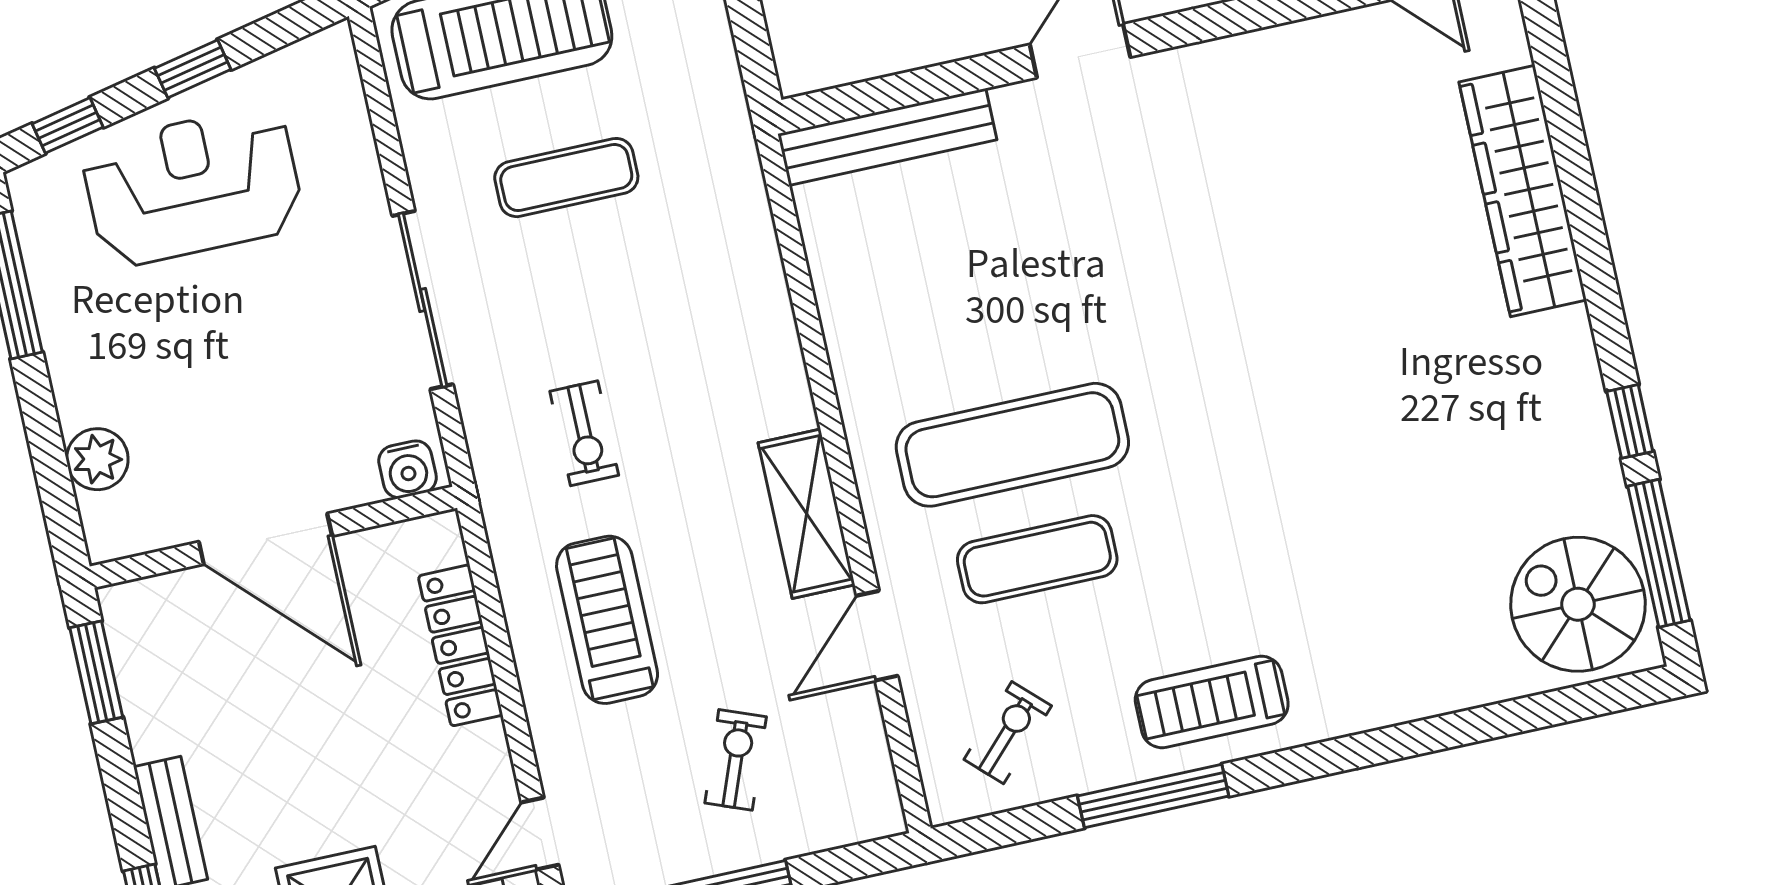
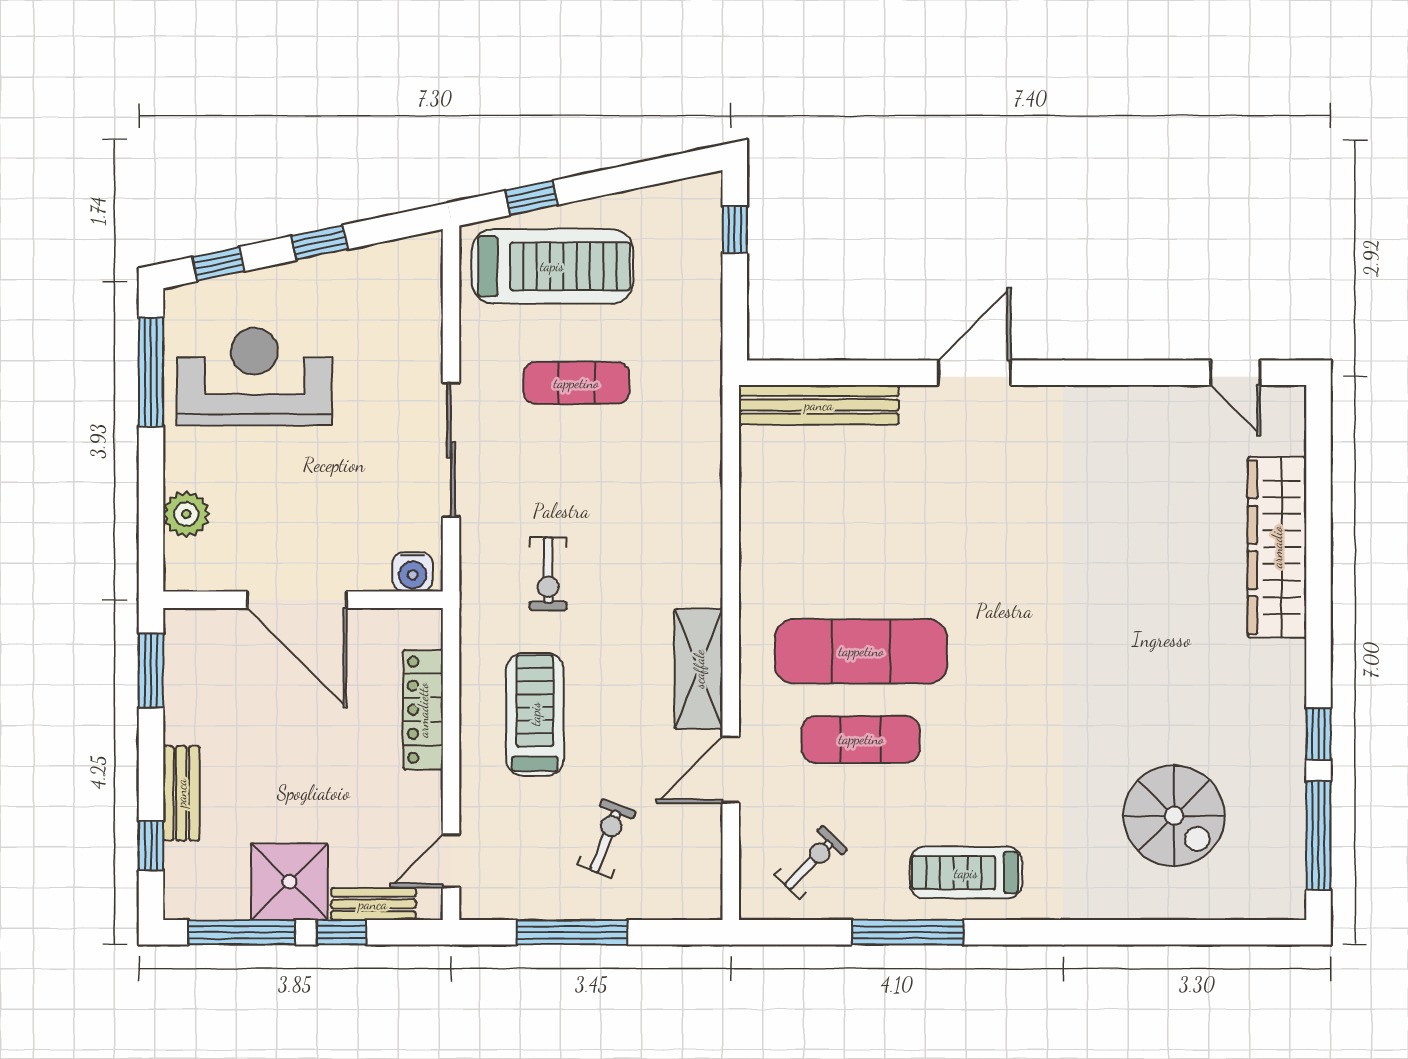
reception desk: (193, 186) -> (254, 377), moved
spiral stairs: (1578, 604) -> (1174, 816), moved, turned 180

